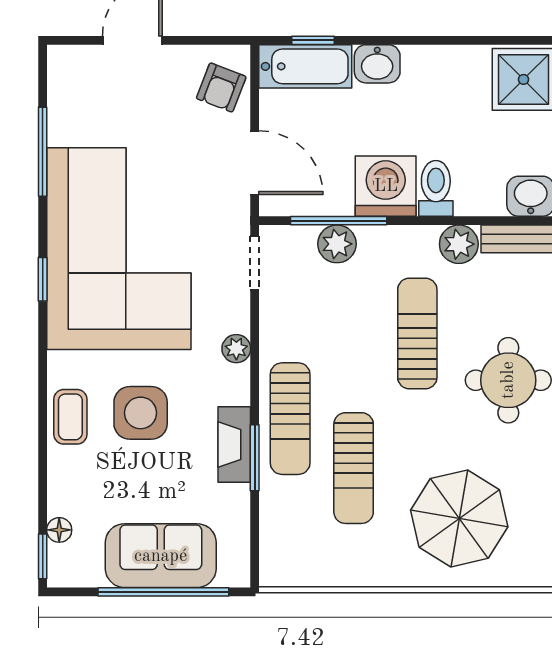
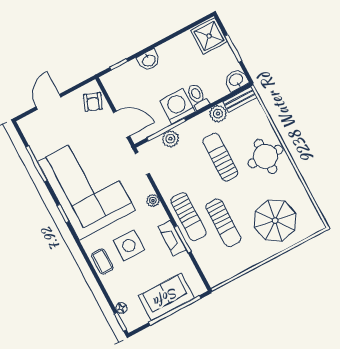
bathtub: (305, 66) -> (121, 76), removed

